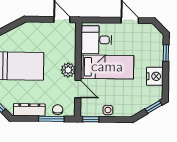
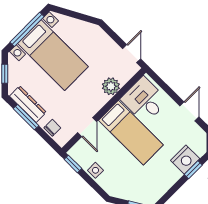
plant: (68, 70) -> (111, 86), moved
nightstand: (155, 76) -> (185, 160), moved
window: (51, 119) -> (26, 117), moved

